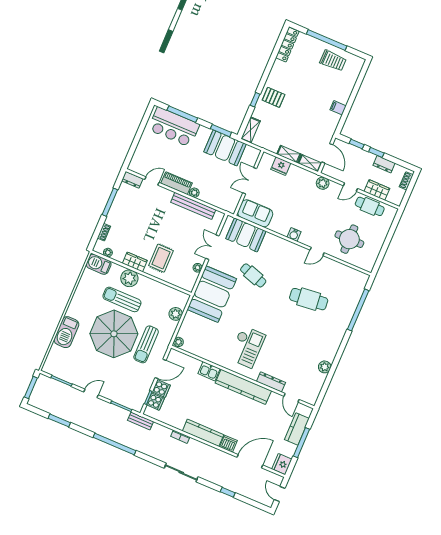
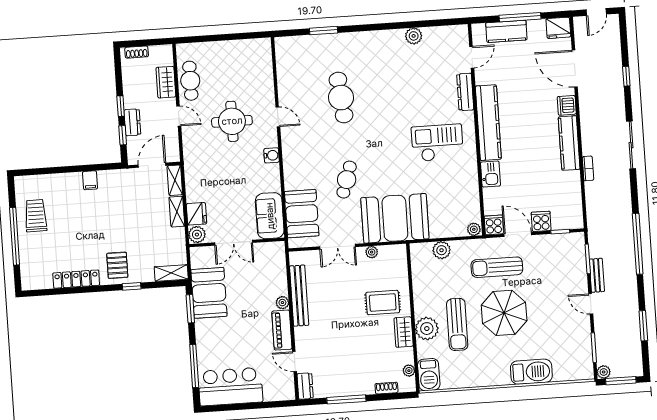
locker: (287, 45) -> (76, 279), moved
bar counter: (174, 127) -> (230, 387), moved, turned -90
dresser: (384, 164) -> (132, 122), moved
plant: (323, 183) -> (197, 235), moved
round table: (349, 239) -> (232, 121), moved
window: (358, 310) -> (324, 31), width x0.47
parasol: (114, 334) -> (504, 313), width x0.73, depth x0.73
sun lounger: (146, 344) -> (497, 267), turned 180
plant: (42, 379) -> (604, 372), added
cooker: (155, 402) -> (494, 225), moved
bench: (141, 421) -> (597, 275), moved

